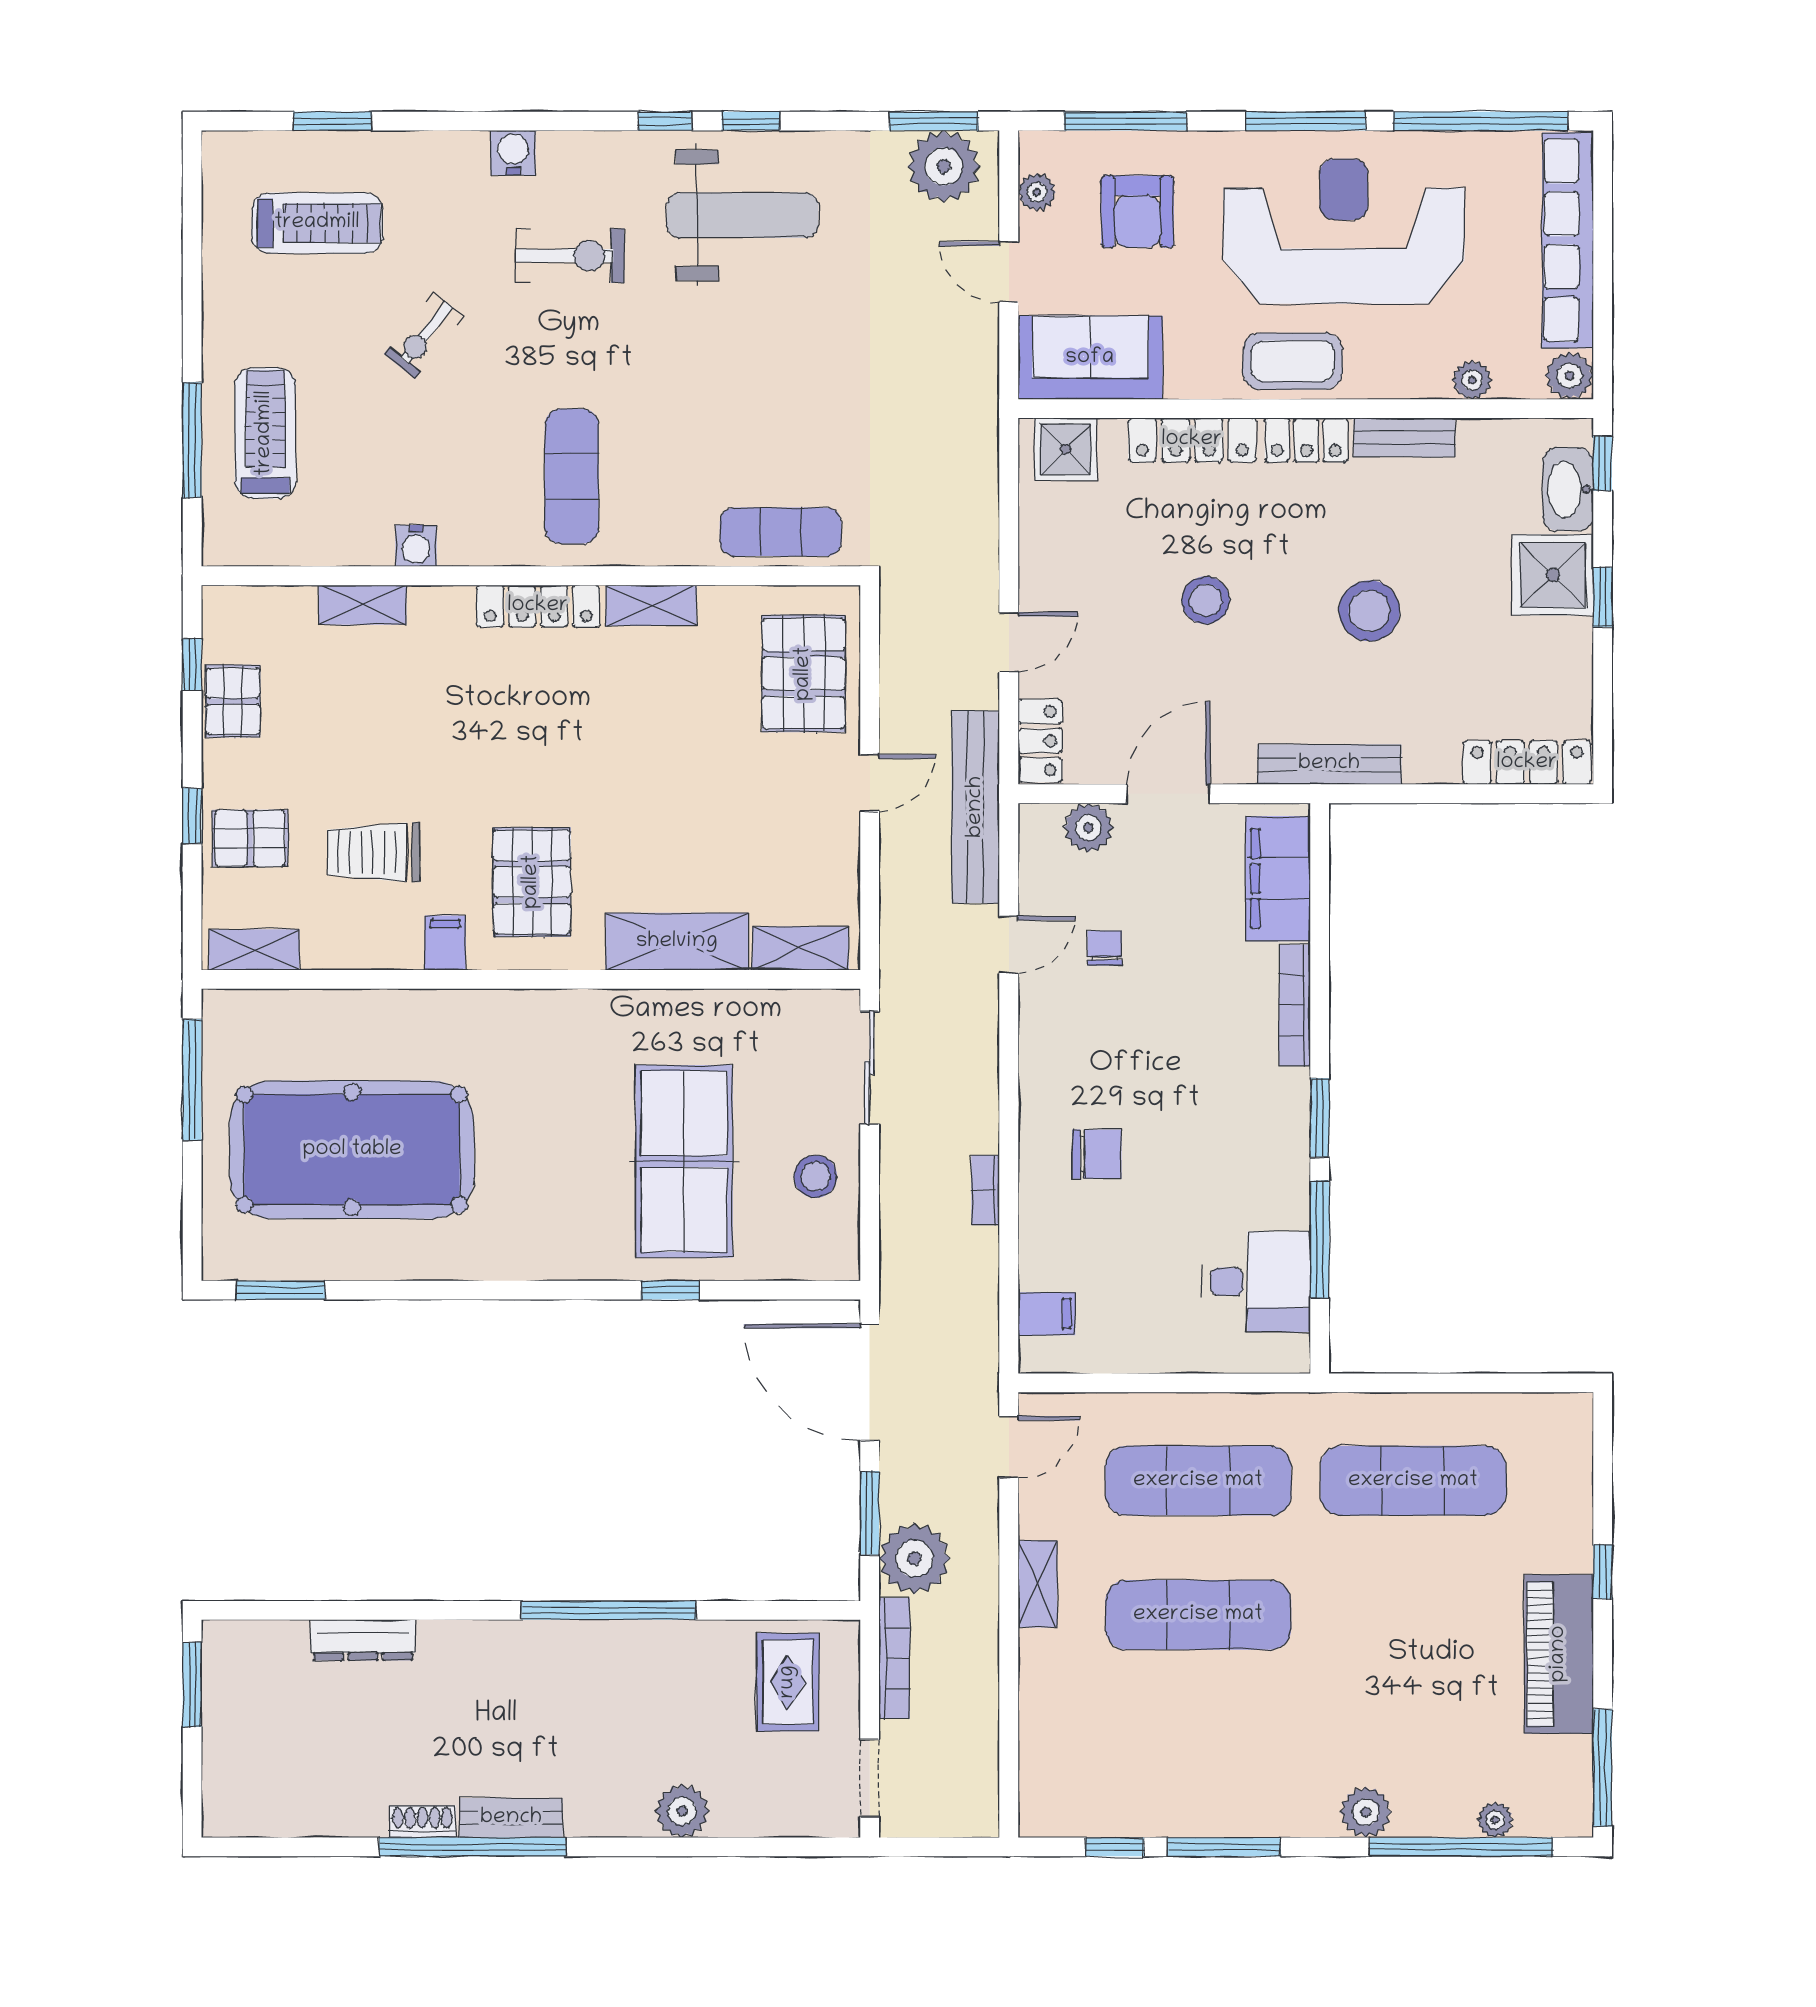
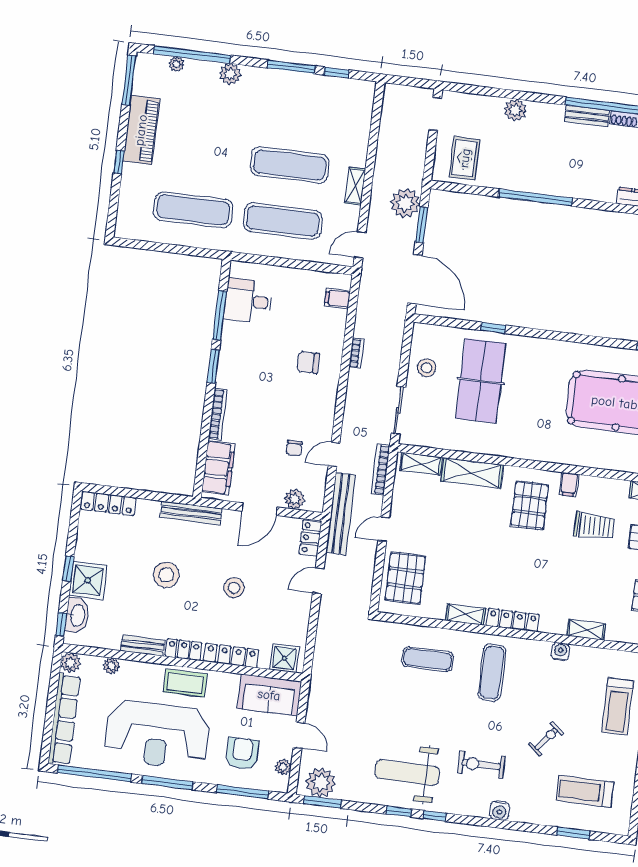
exercise mat: (781, 532) -> (428, 659), moved
bookcase: (894, 1658) -> (381, 470), moved

